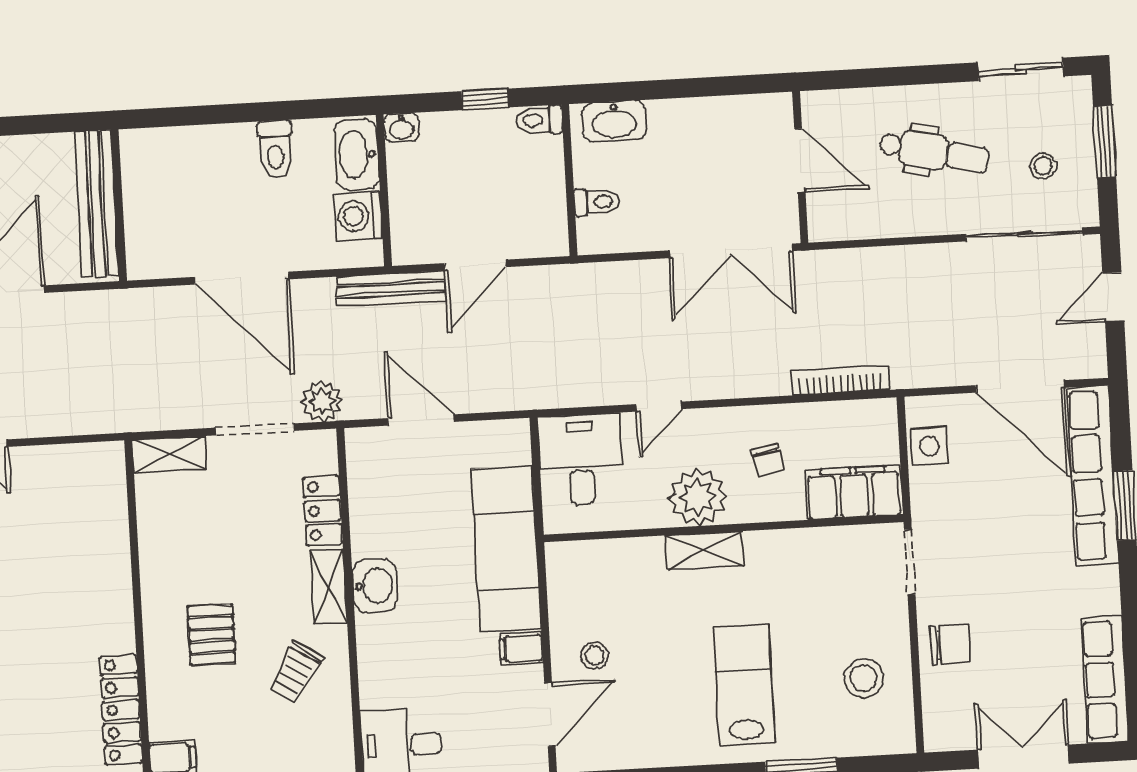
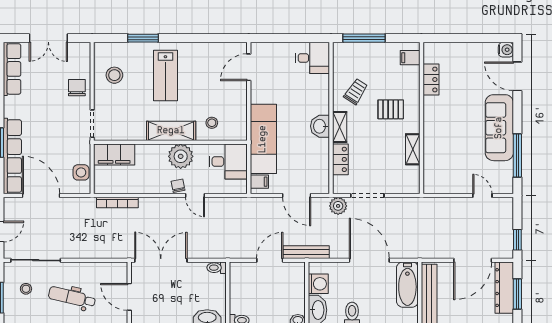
toilet: (597, 202) -> (217, 268), moved
bathtub: (149, 226) -> (407, 285), added
door: (659, 407) -> (195, 196), swing flipped
shelving: (170, 454) -> (413, 149), moved, turned 90
desk: (581, 459) -> (228, 162), moved, turned -90
chair: (768, 460) -> (178, 186), moved
shelving: (704, 551) -> (171, 131), width x1.50, depth x1.33
pallet: (211, 635) -> (391, 109), turned 90
chair: (950, 644) -> (77, 88), turned 90
filing cabinet: (521, 648) -> (259, 182), moved
stool: (595, 656) -> (212, 123), moved
locker: (121, 710) -> (431, 80), width x0.66

